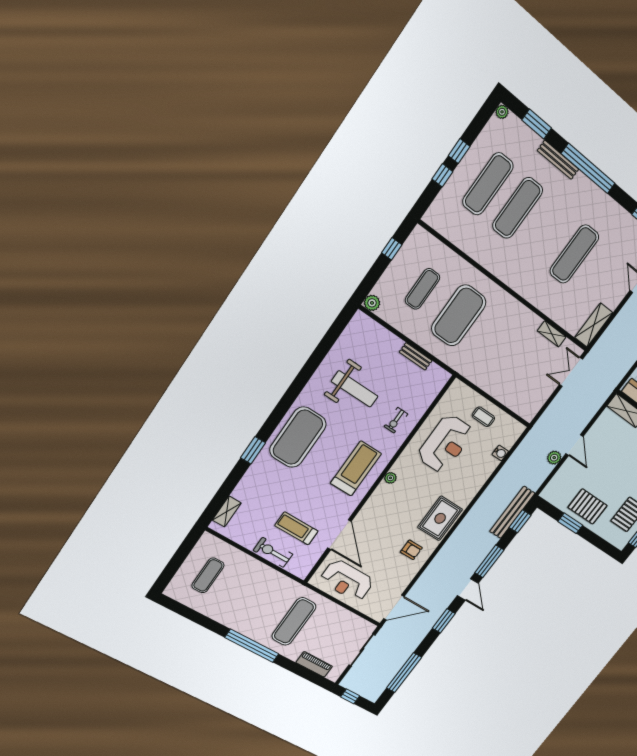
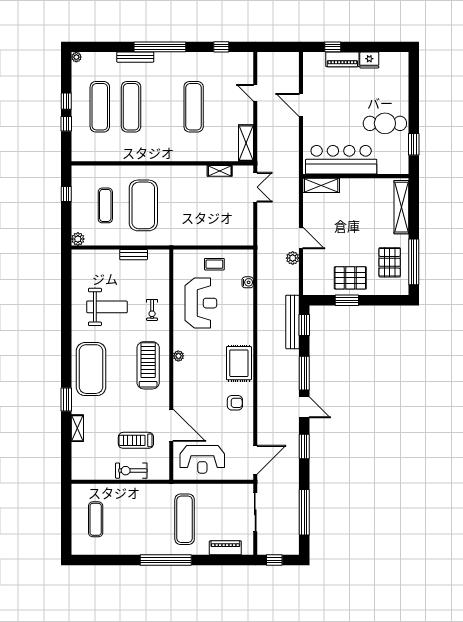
window: (537, 124) -> (104, 47), removed
double door: (571, 372) -> (255, 187), swing flipped
shelving: (227, 511) -> (77, 428), moved

